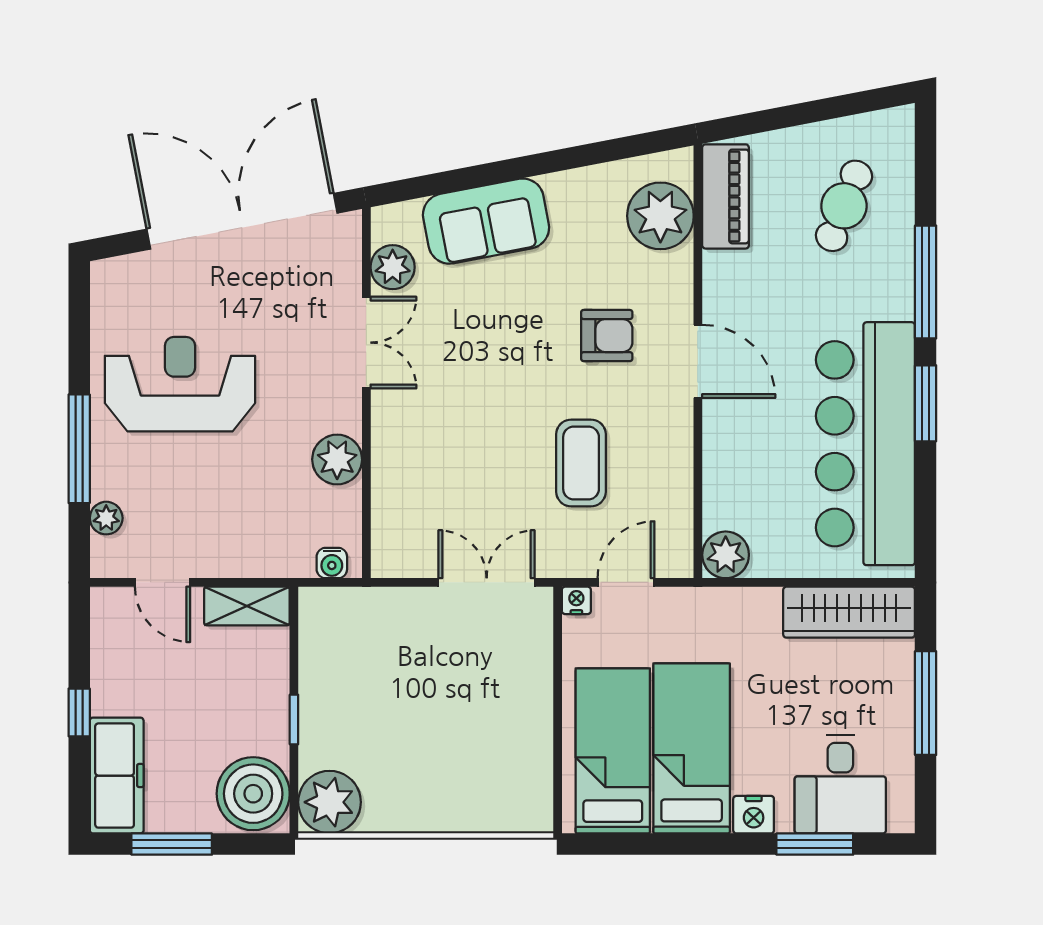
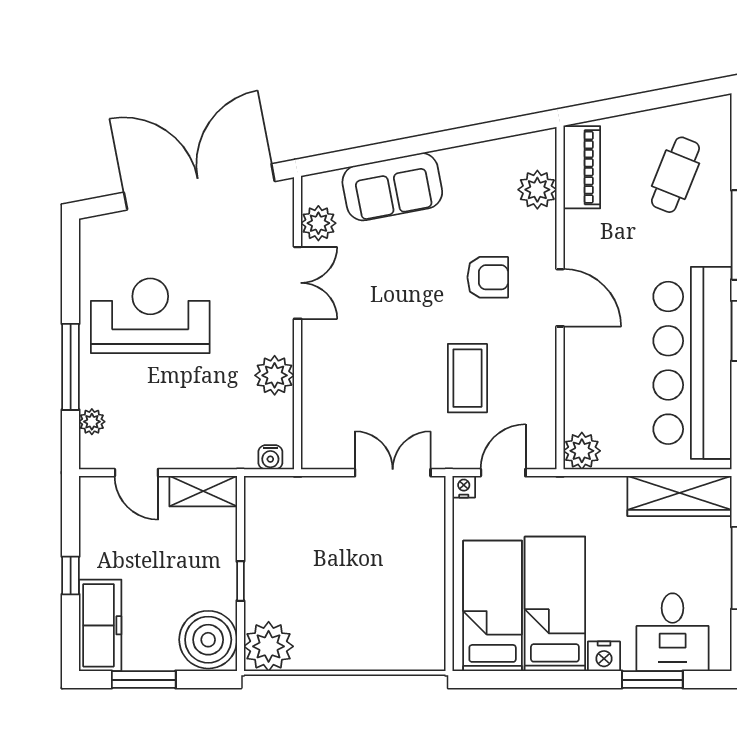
plant: (660, 216) -> (537, 190), width x0.73, depth x0.73

